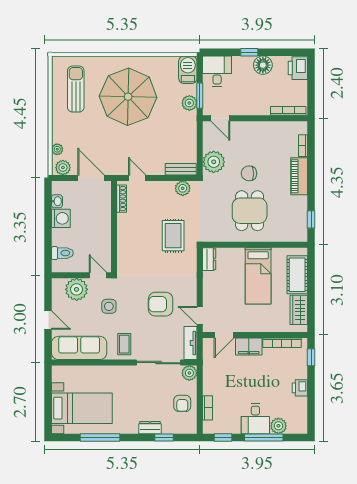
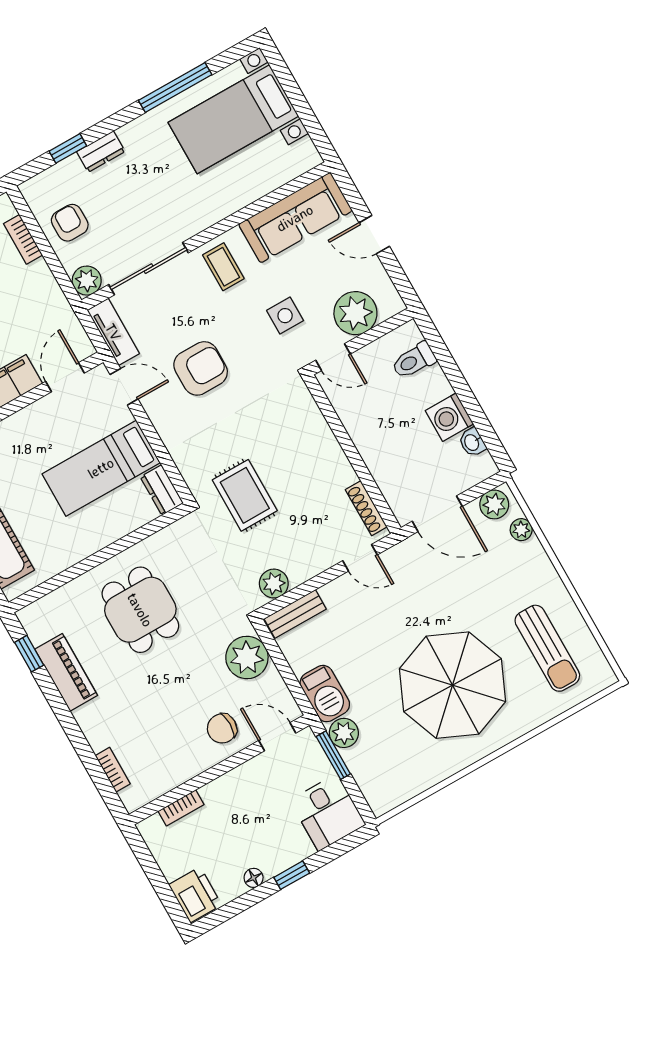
floor lamp: (263, 65) -> (254, 878), width x0.53, depth x0.53
barbecue: (188, 70) -> (325, 694), moved
bookcase: (288, 111) -> (181, 808), width x0.64
chair: (249, 173) -> (222, 728), moved, turned 180
piano: (299, 176) -> (66, 672), moved
bed: (258, 276) -> (101, 468), moved, turned -90

